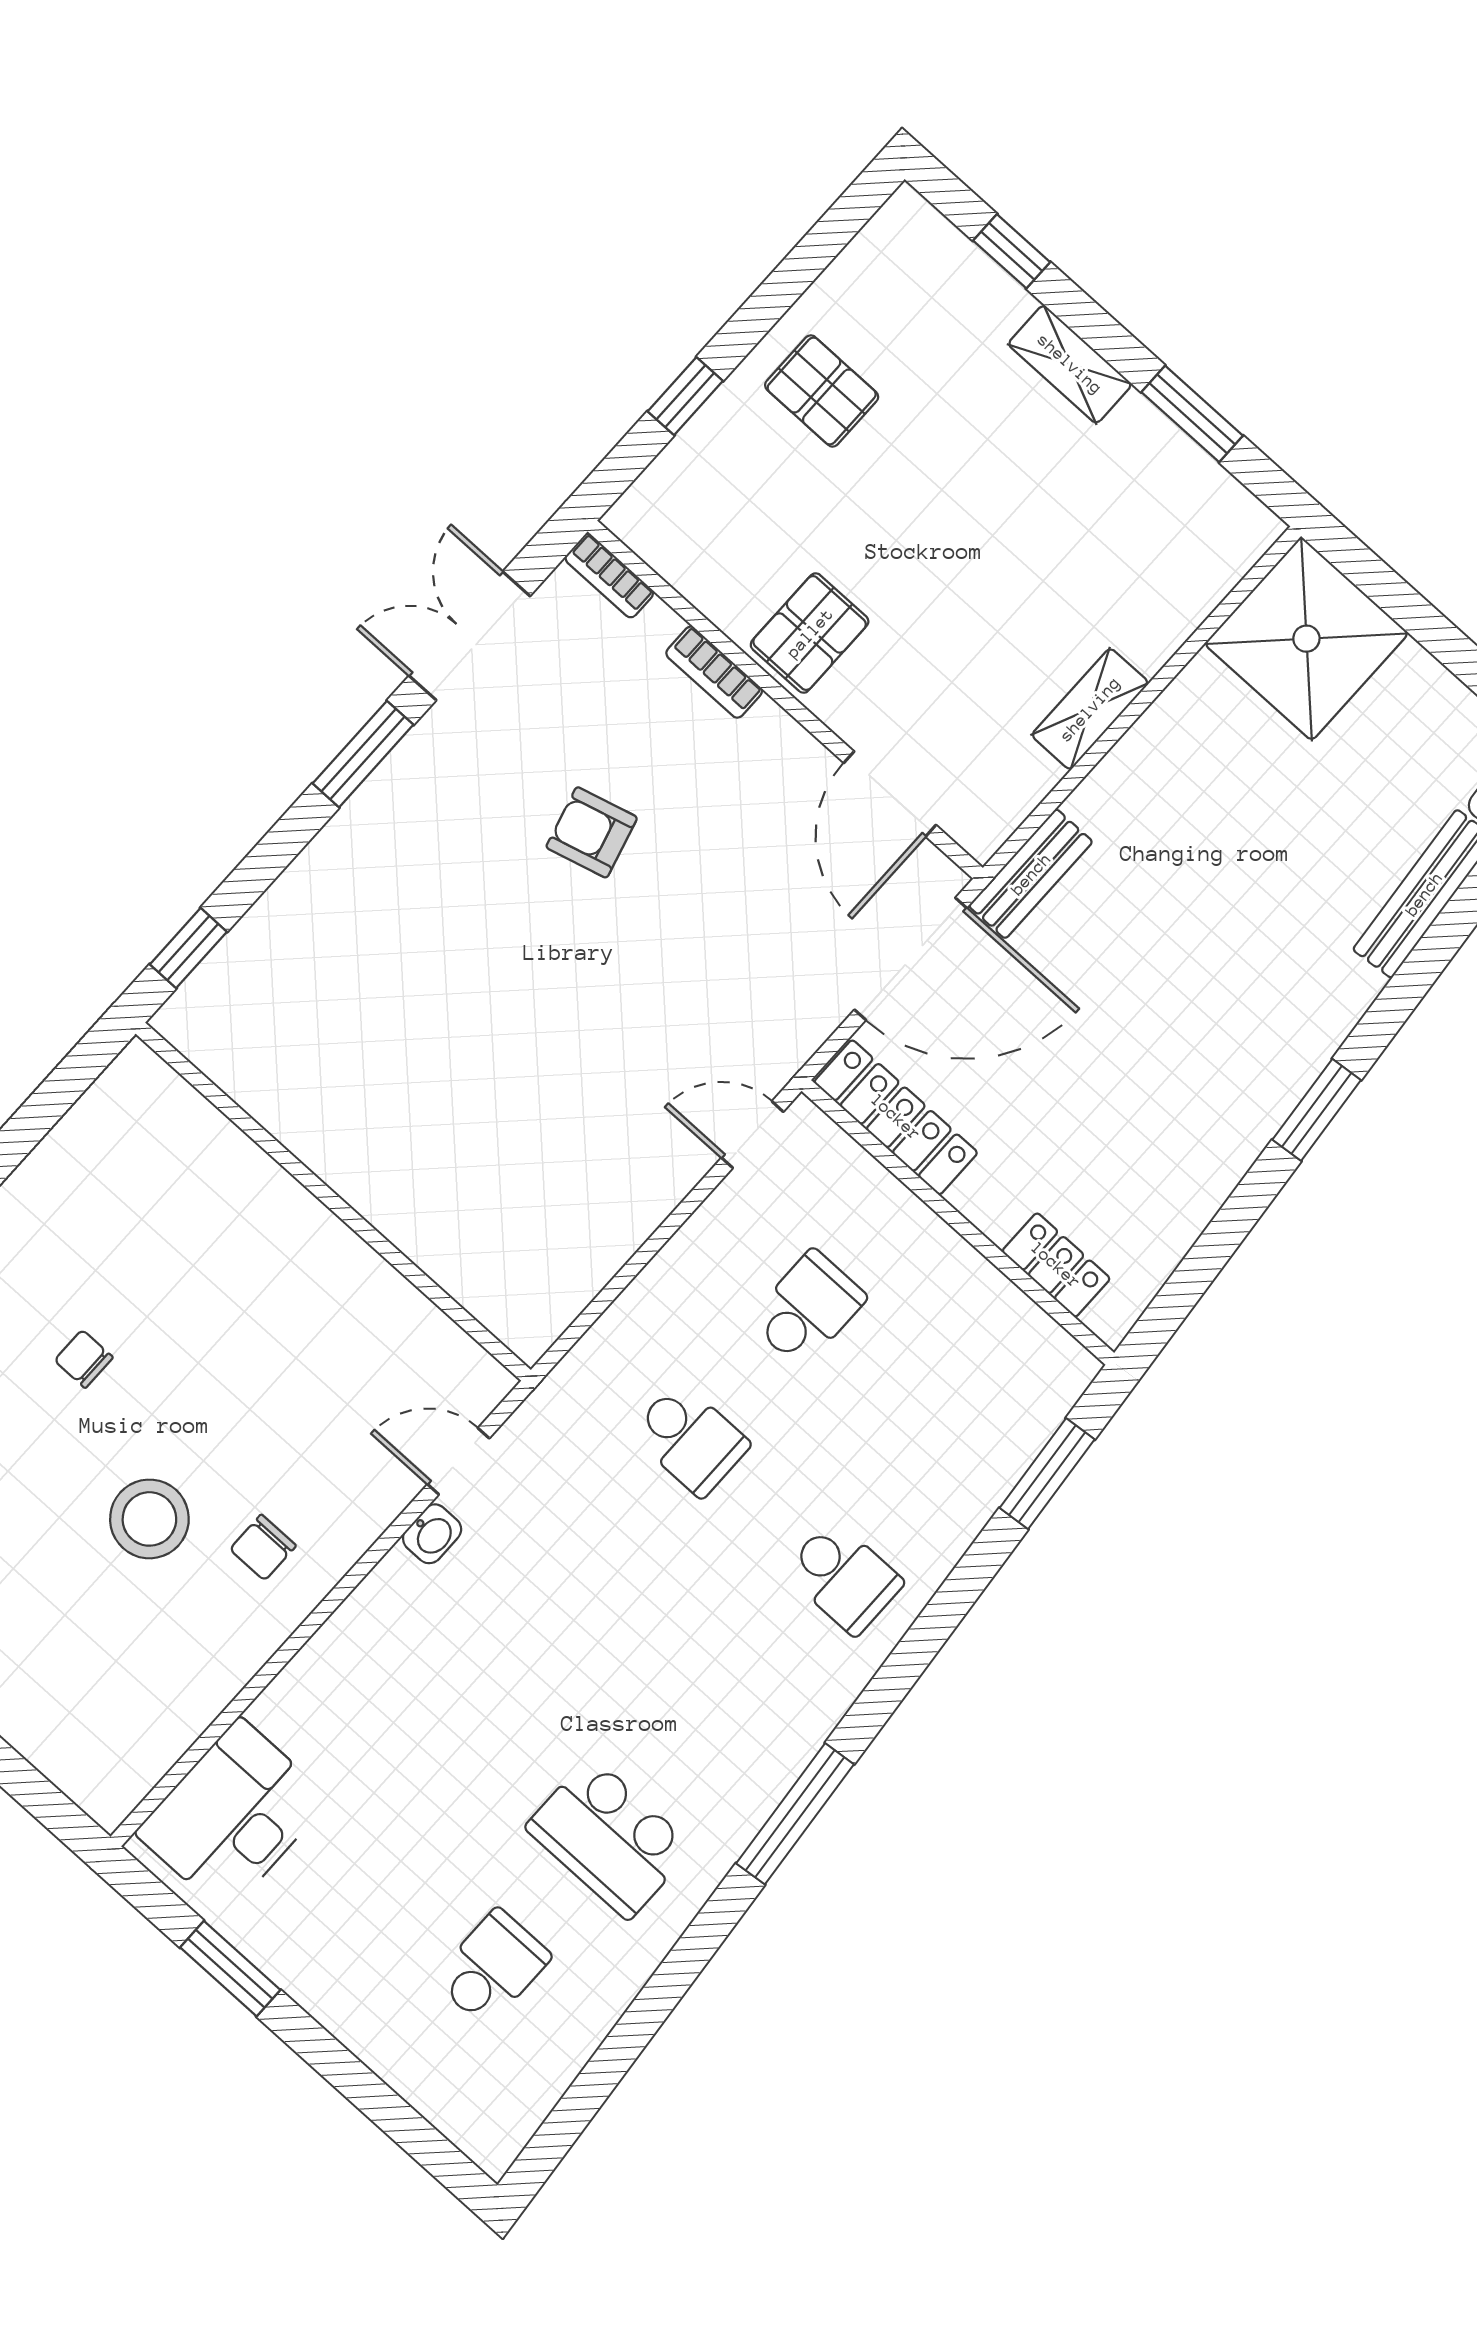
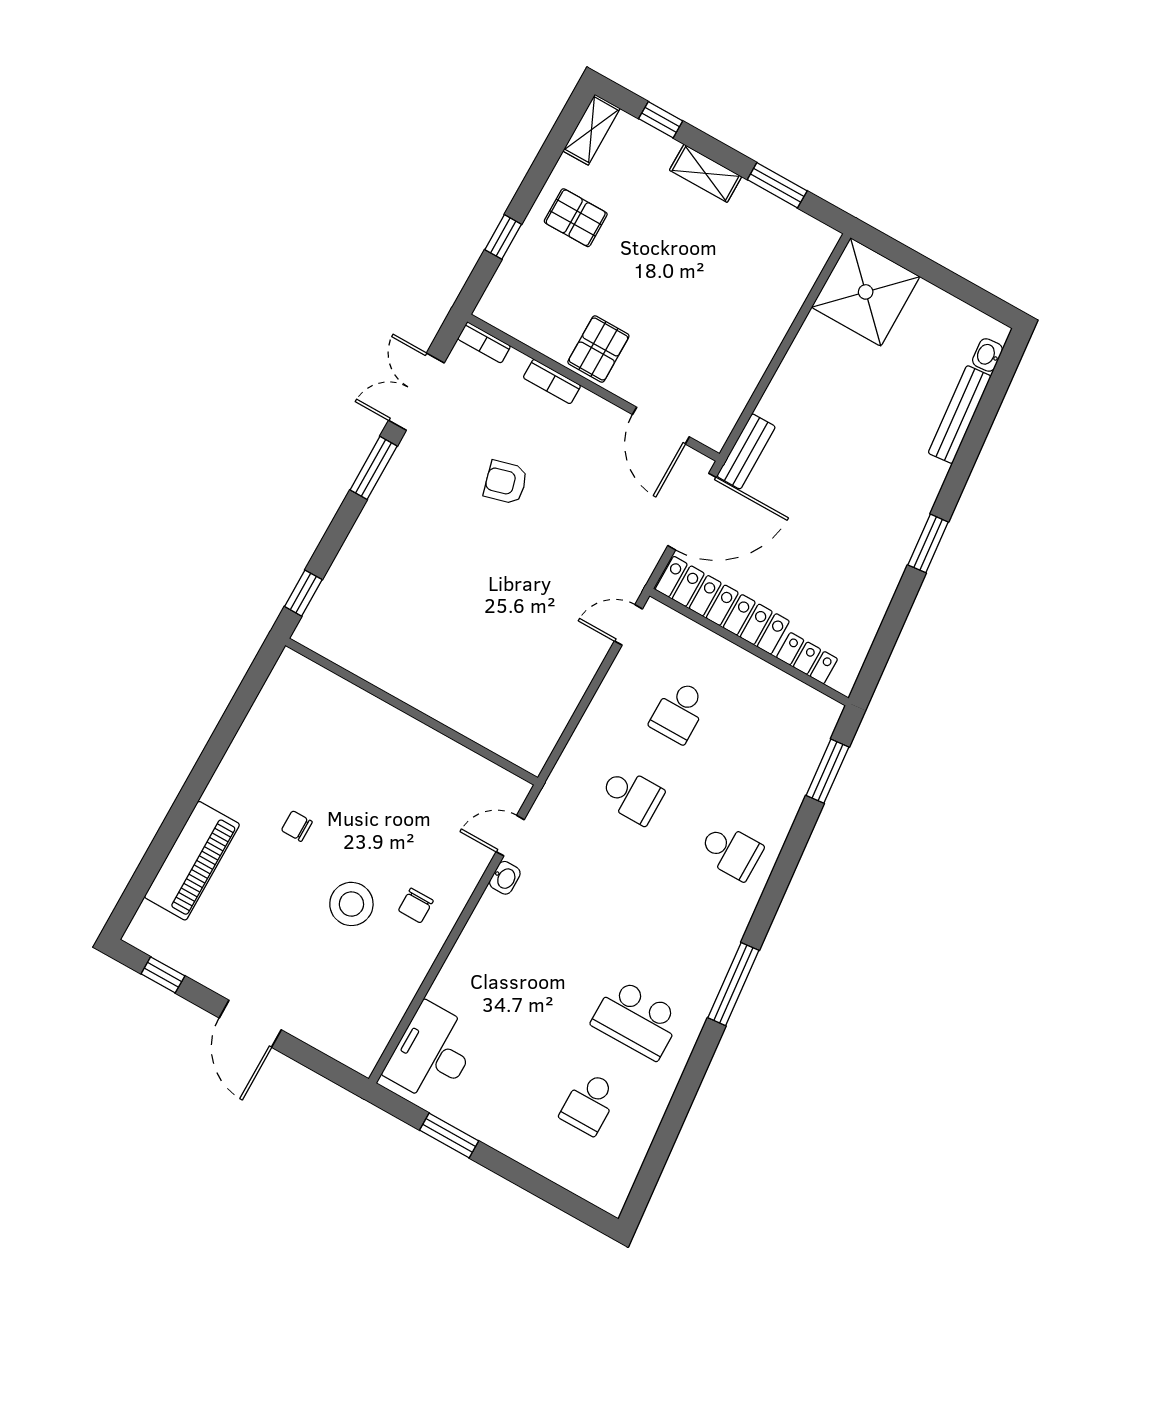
shelving: (1090, 709) -> (591, 130), moved
locker: (896, 1117) -> (722, 605), width x1.41, depth x1.21
school desk: (807, 1309) -> (679, 712), turned 180
school desk: (492, 1968) -> (589, 1103), turned 180

